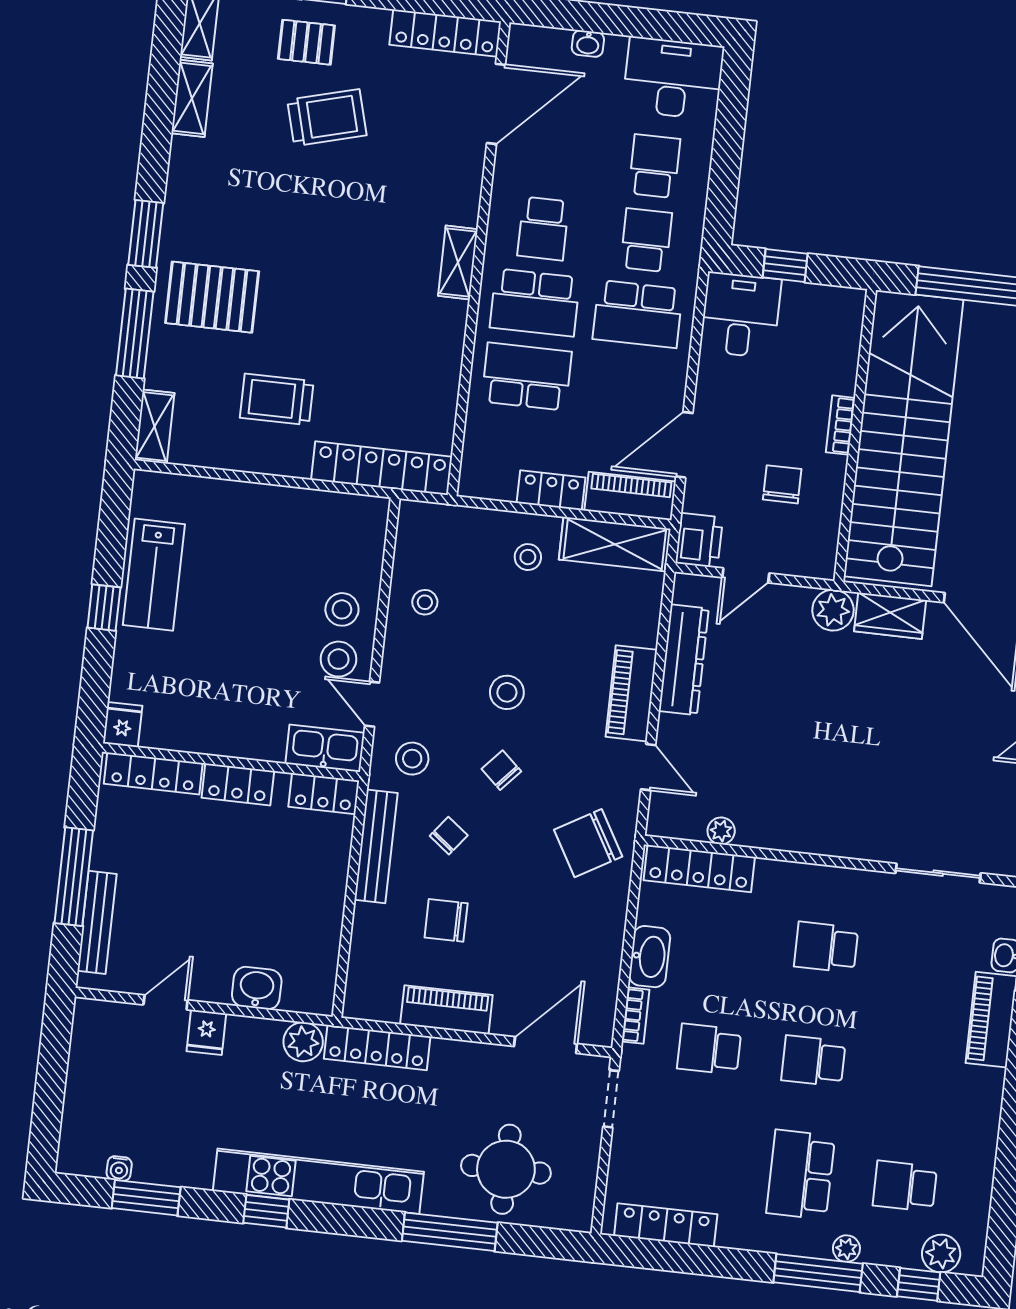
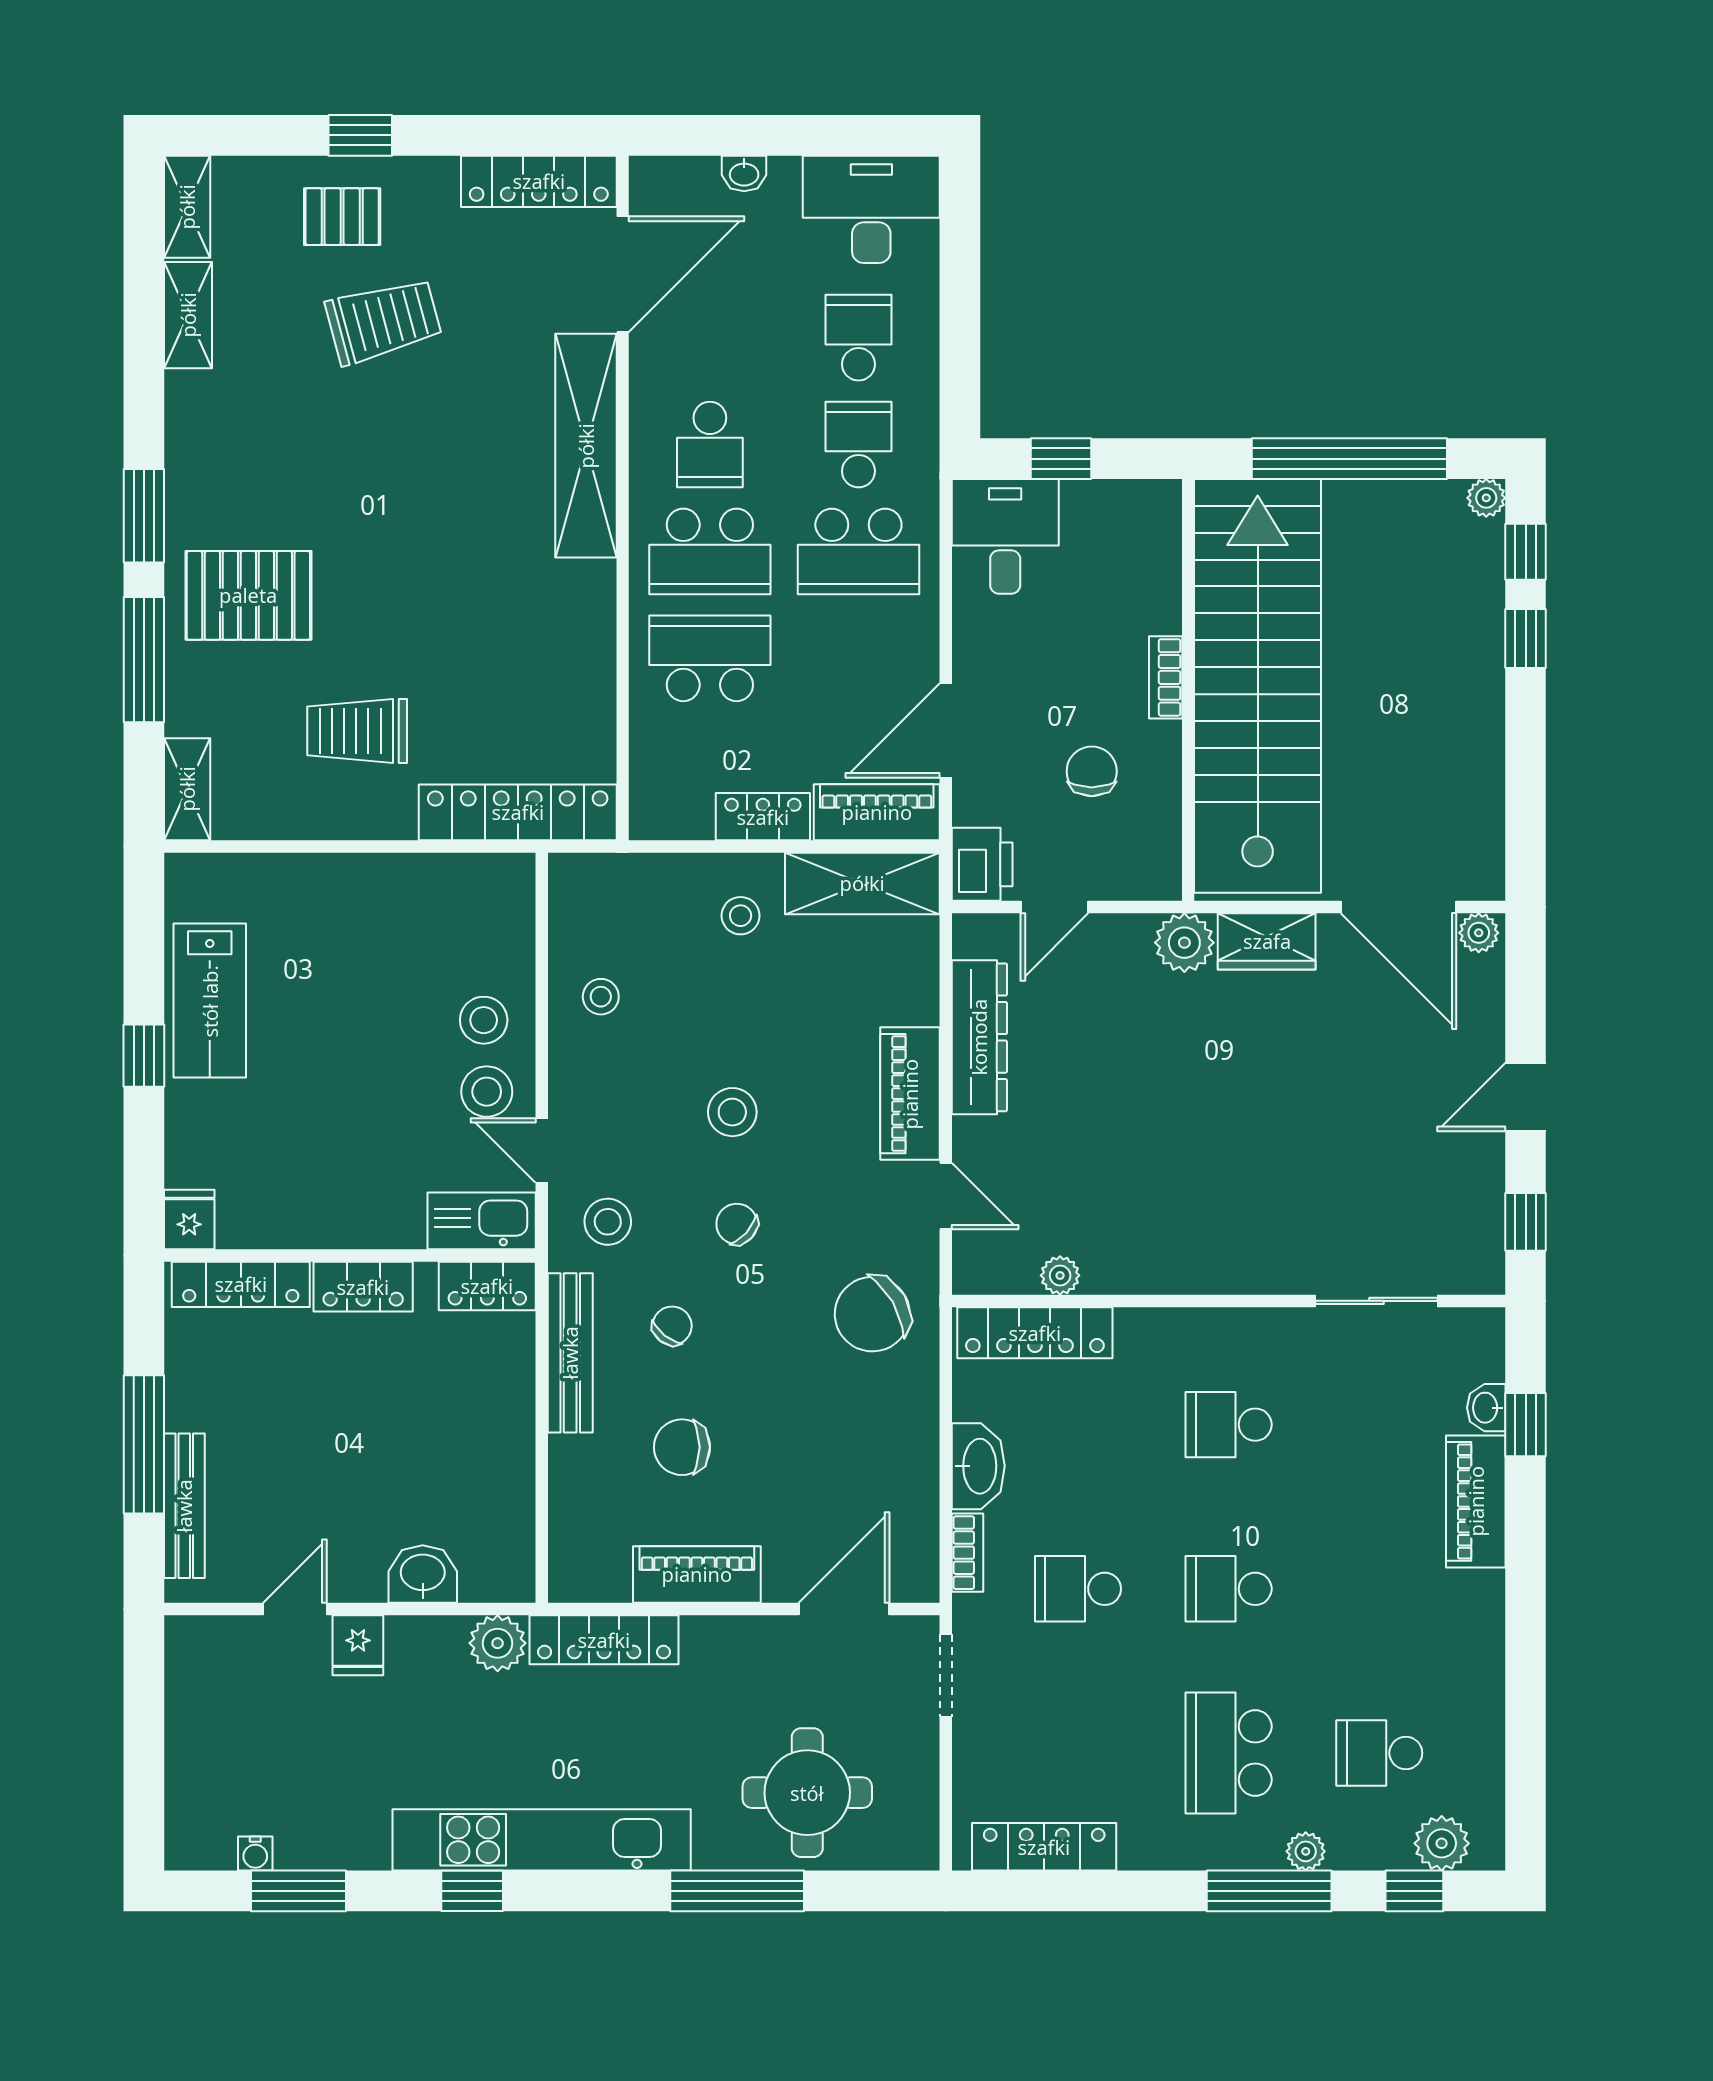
shelving: (458, 263) -> (586, 446), width x2.20, depth x1.33

